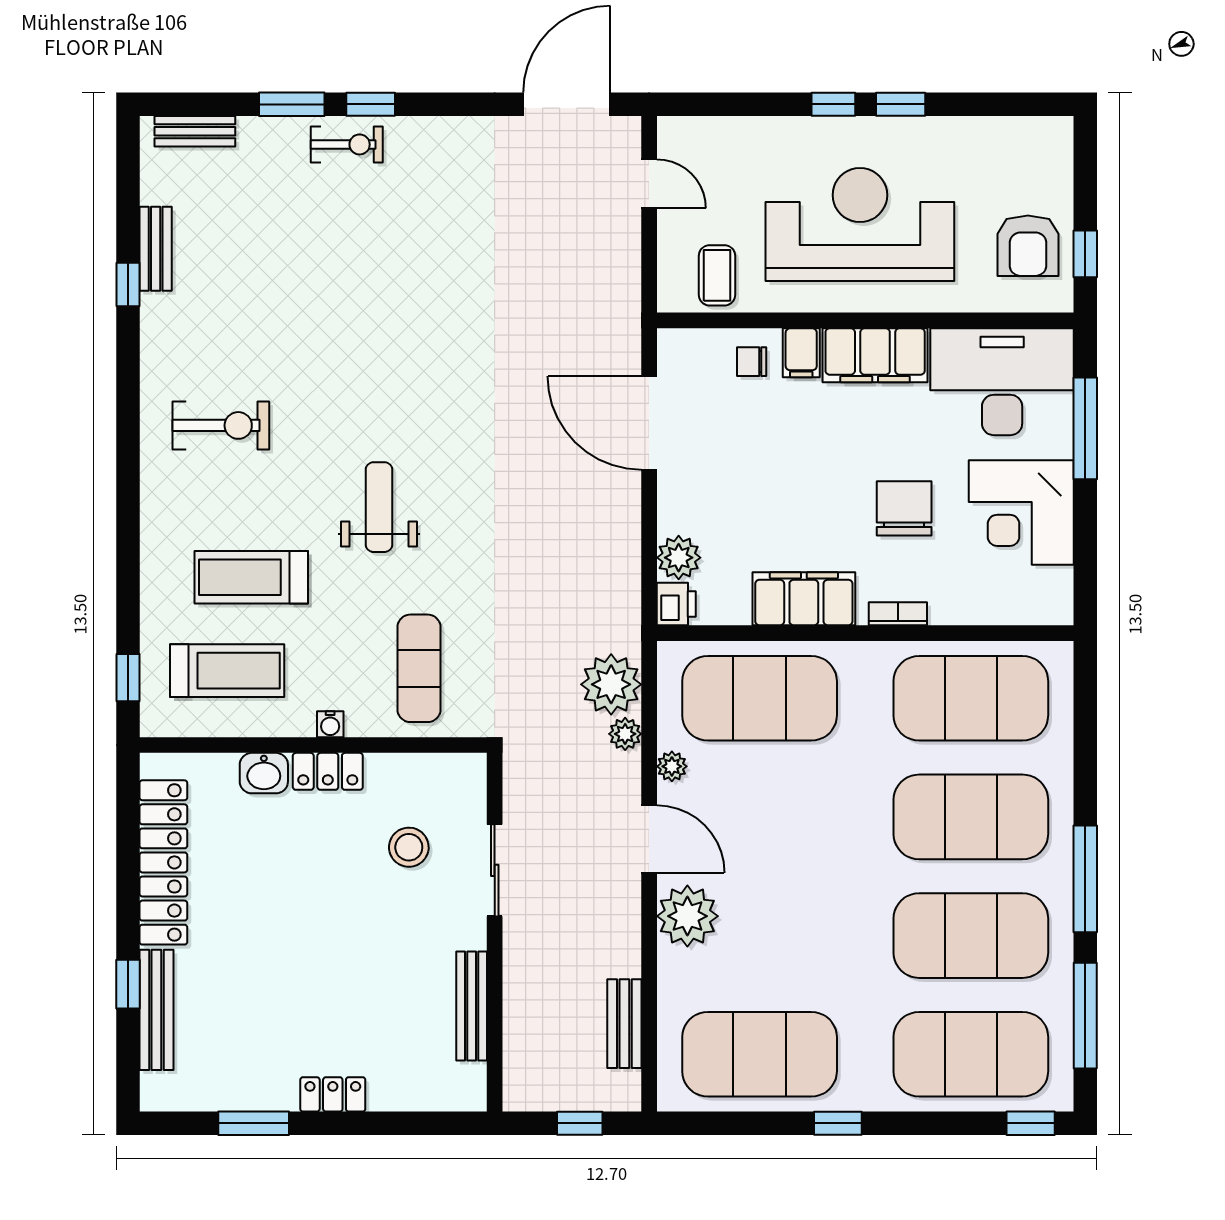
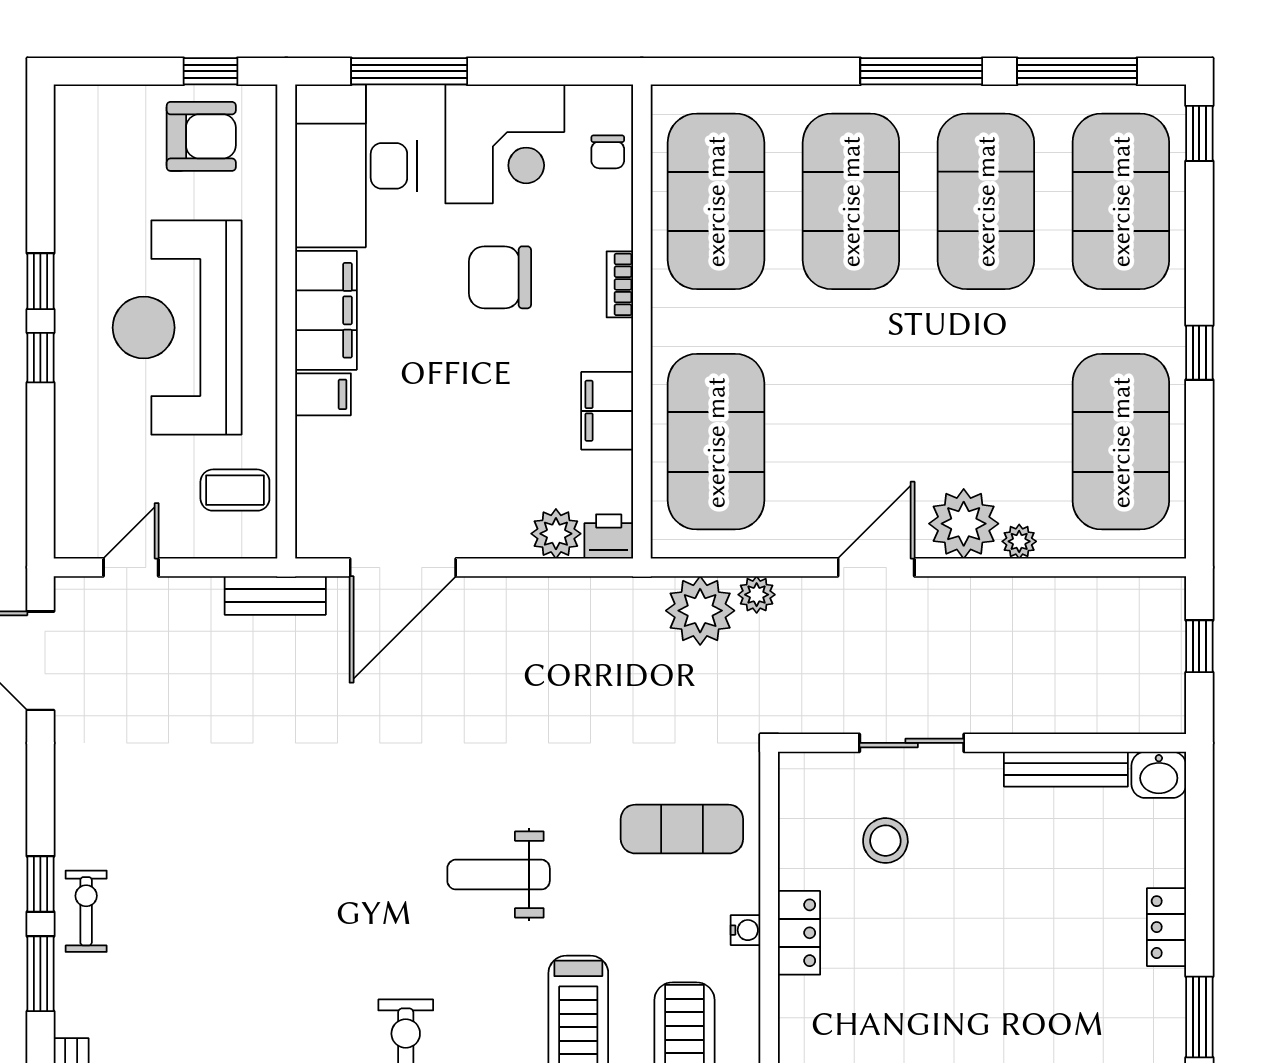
chair: (752, 362) -> (608, 152), moved
filing cabinet: (804, 599) -> (607, 411), width x0.67, depth x0.86
plant: (672, 766) -> (1019, 541), moved
washbasin: (264, 773) -> (1159, 775), moved, turned 90
bench: (624, 1024) -> (275, 595), moved

